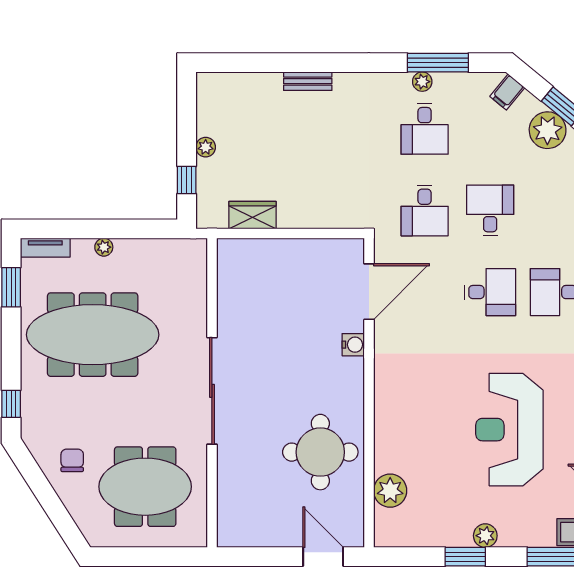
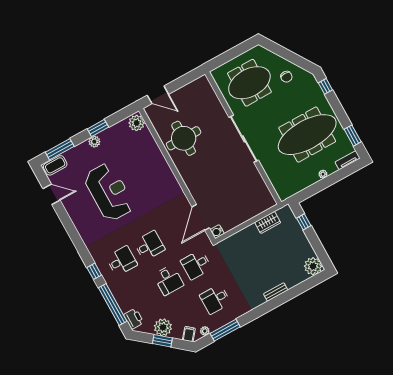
plant: (422, 82) -> (205, 331), moved
desk: (425, 129) -> (215, 299), turned -90
plant: (206, 147) -> (313, 266), moved, width x1.88, depth x1.88
desk: (425, 210) -> (196, 265), turned -90
desk: (490, 292) -> (149, 246), turned 180
water cooler: (353, 345) -> (217, 232), moved
plant: (390, 491) -> (137, 123), moved

